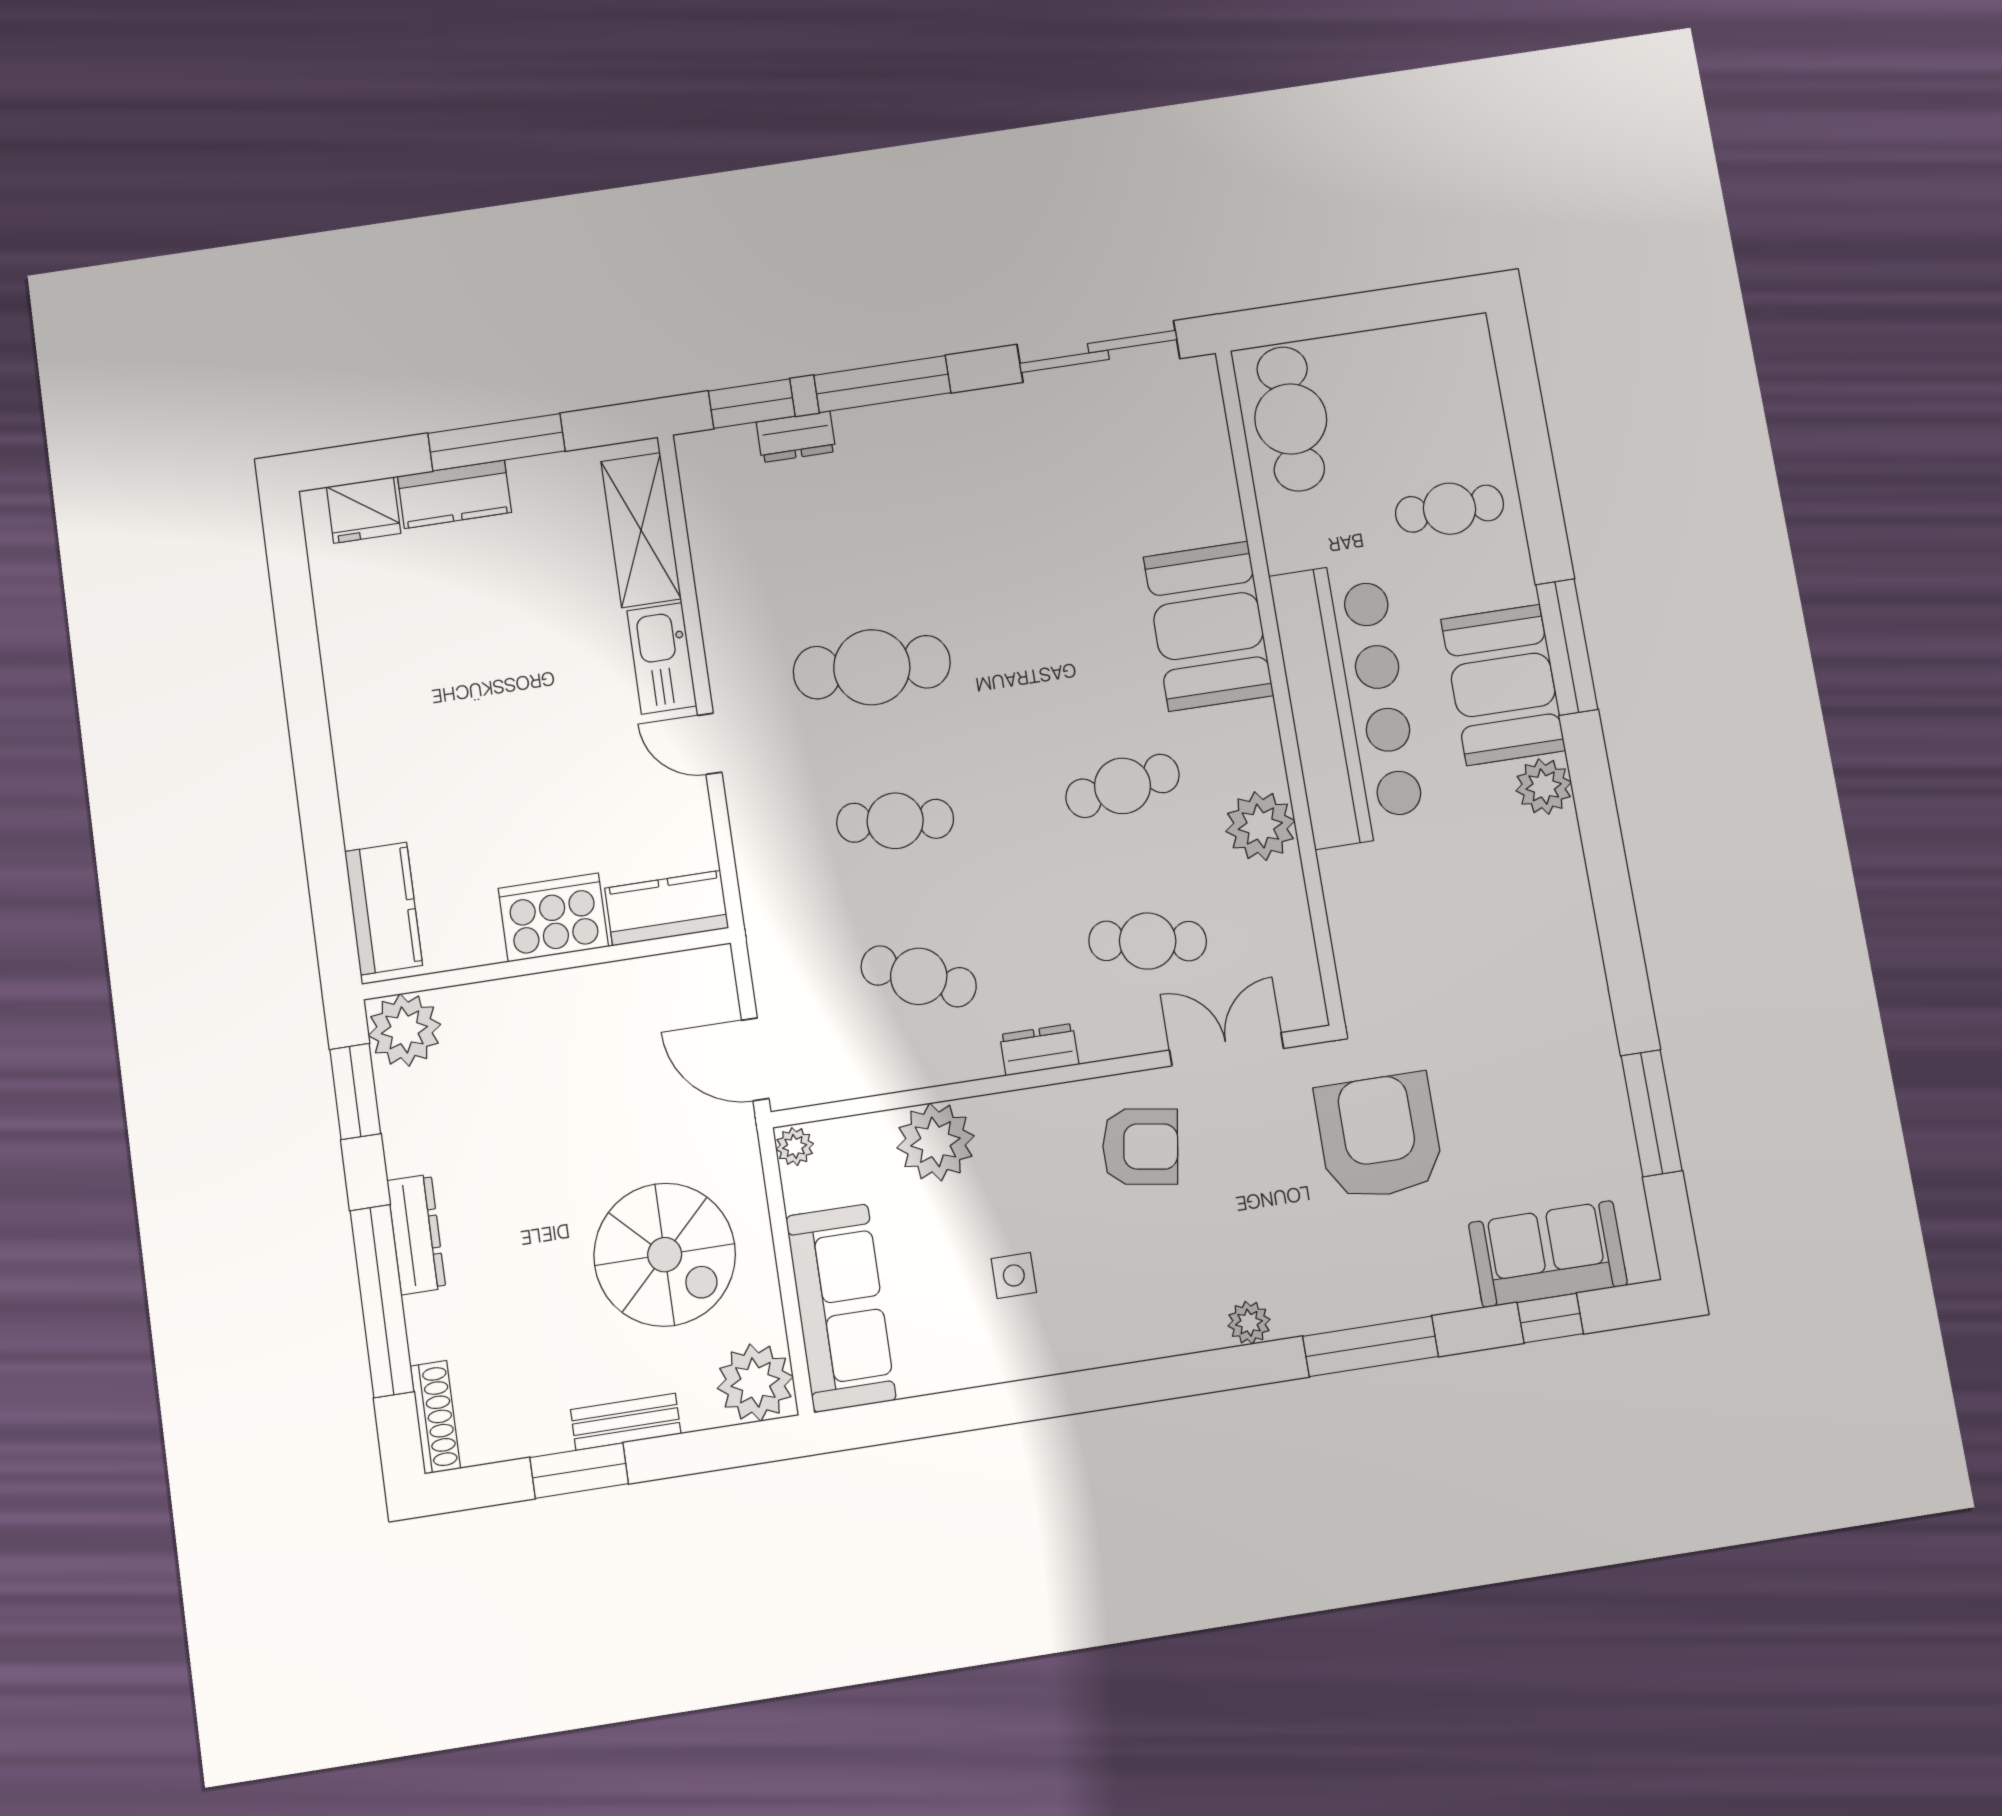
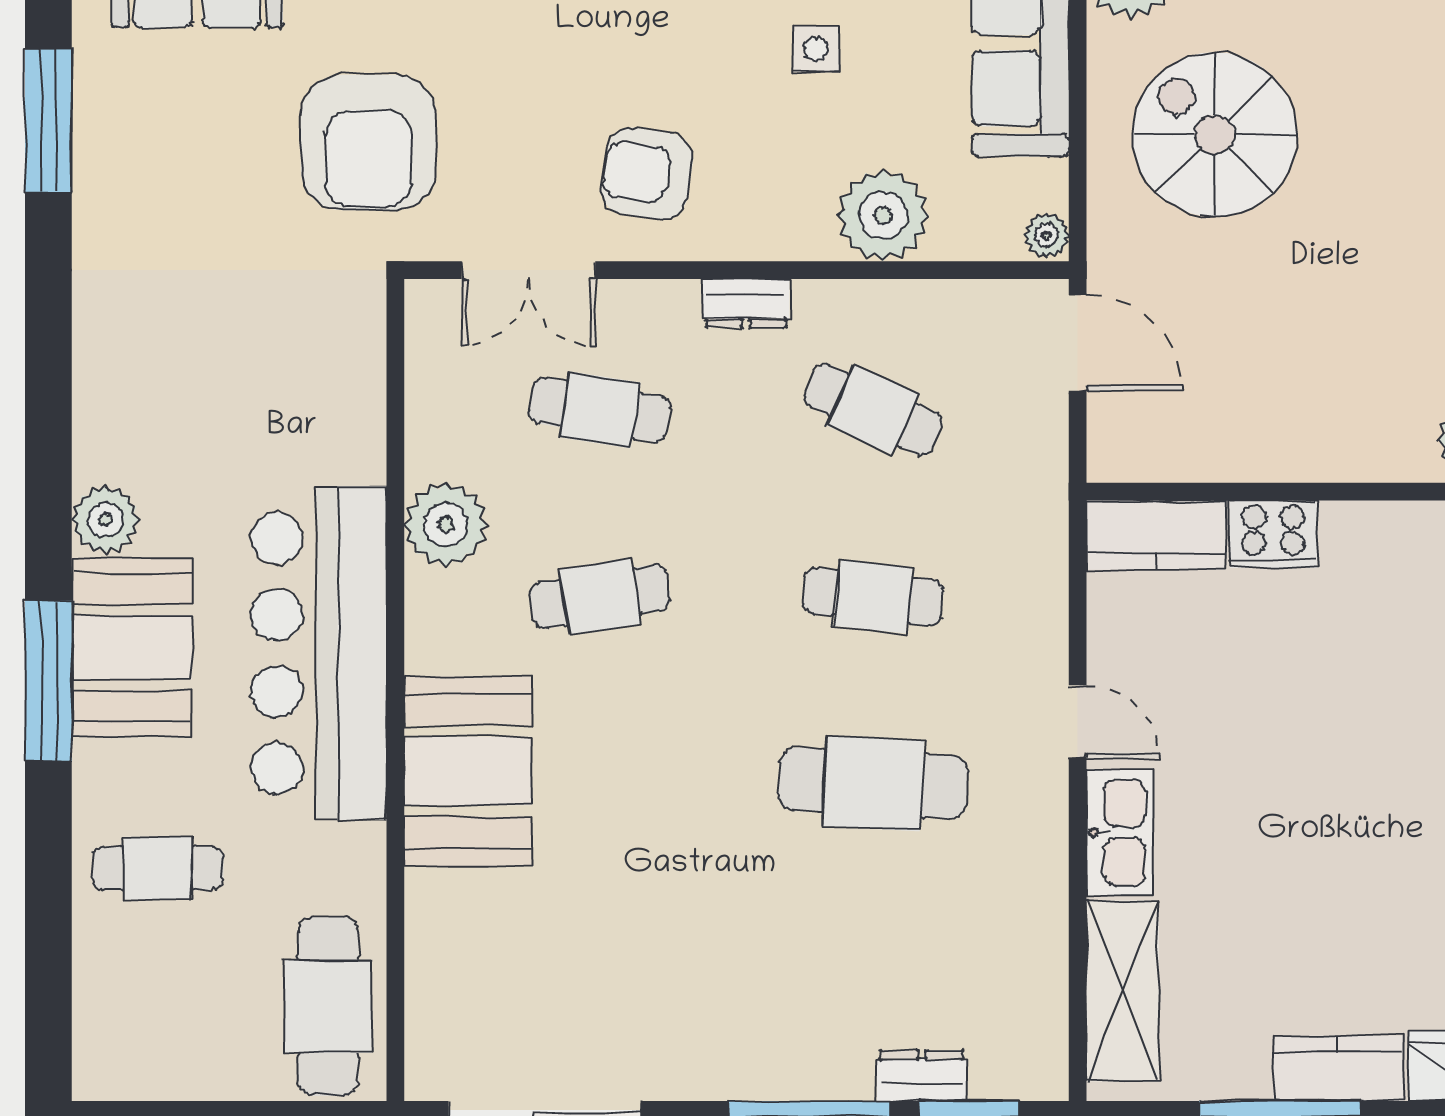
cooker: (553, 917) -> (1273, 534), width x0.73, depth x0.76

